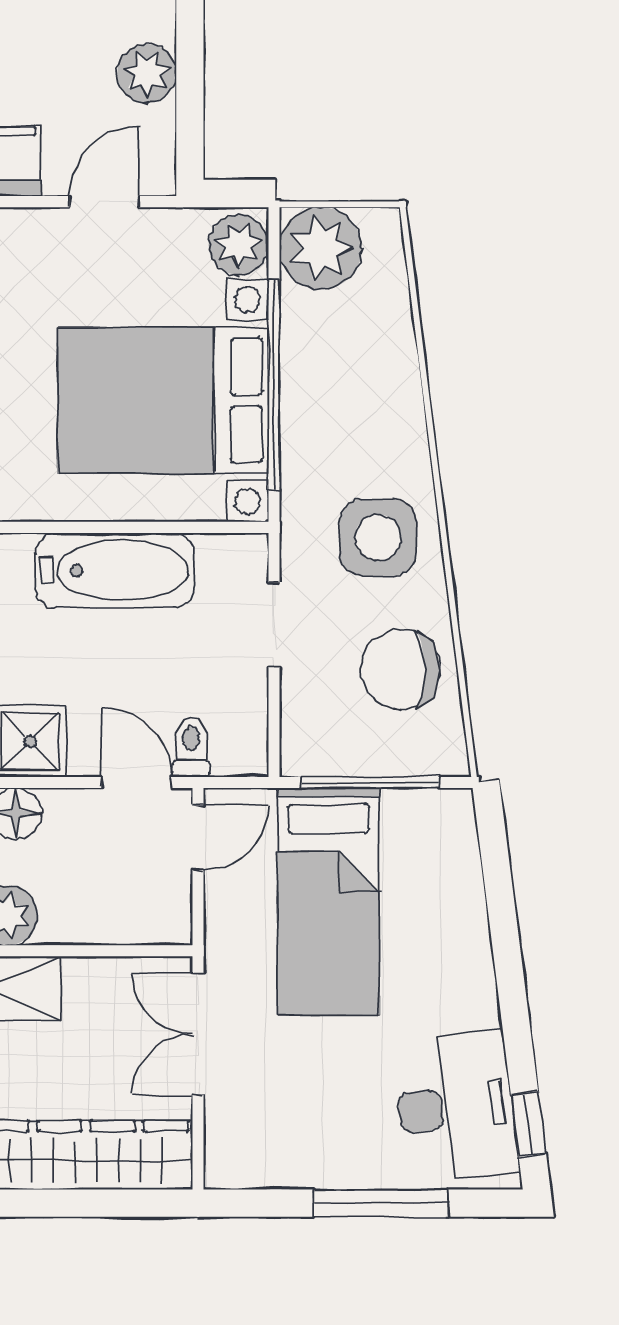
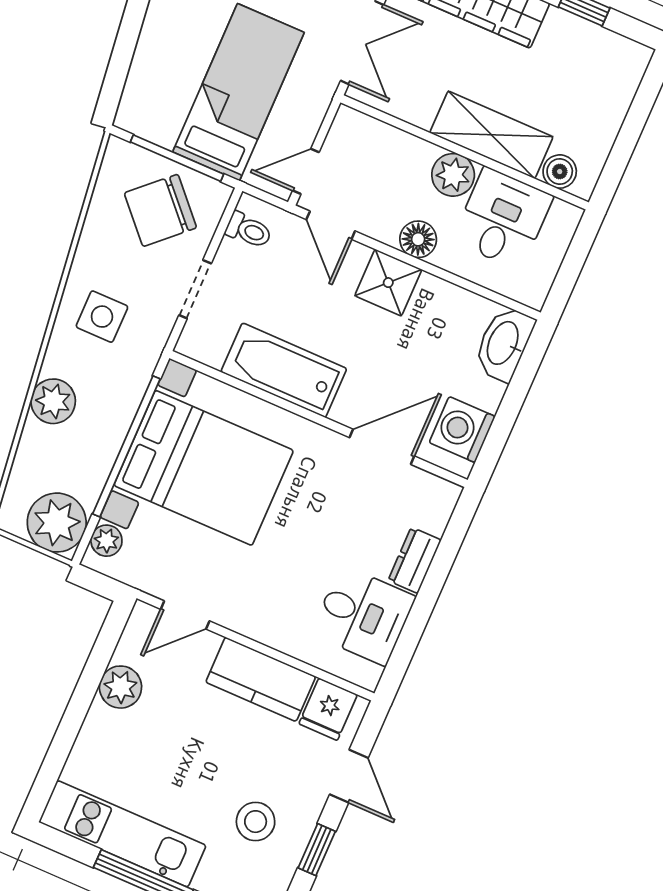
plant: (239, 245) -> (106, 541), width x0.73, depth x0.73
plant: (393, 402) -> (53, 401), added
side table: (378, 537) -> (102, 317), width x0.73, depth x0.73
chair: (400, 669) -> (160, 210), moved, turned 137
toilet: (191, 747) -> (249, 230), moved, turned -90

